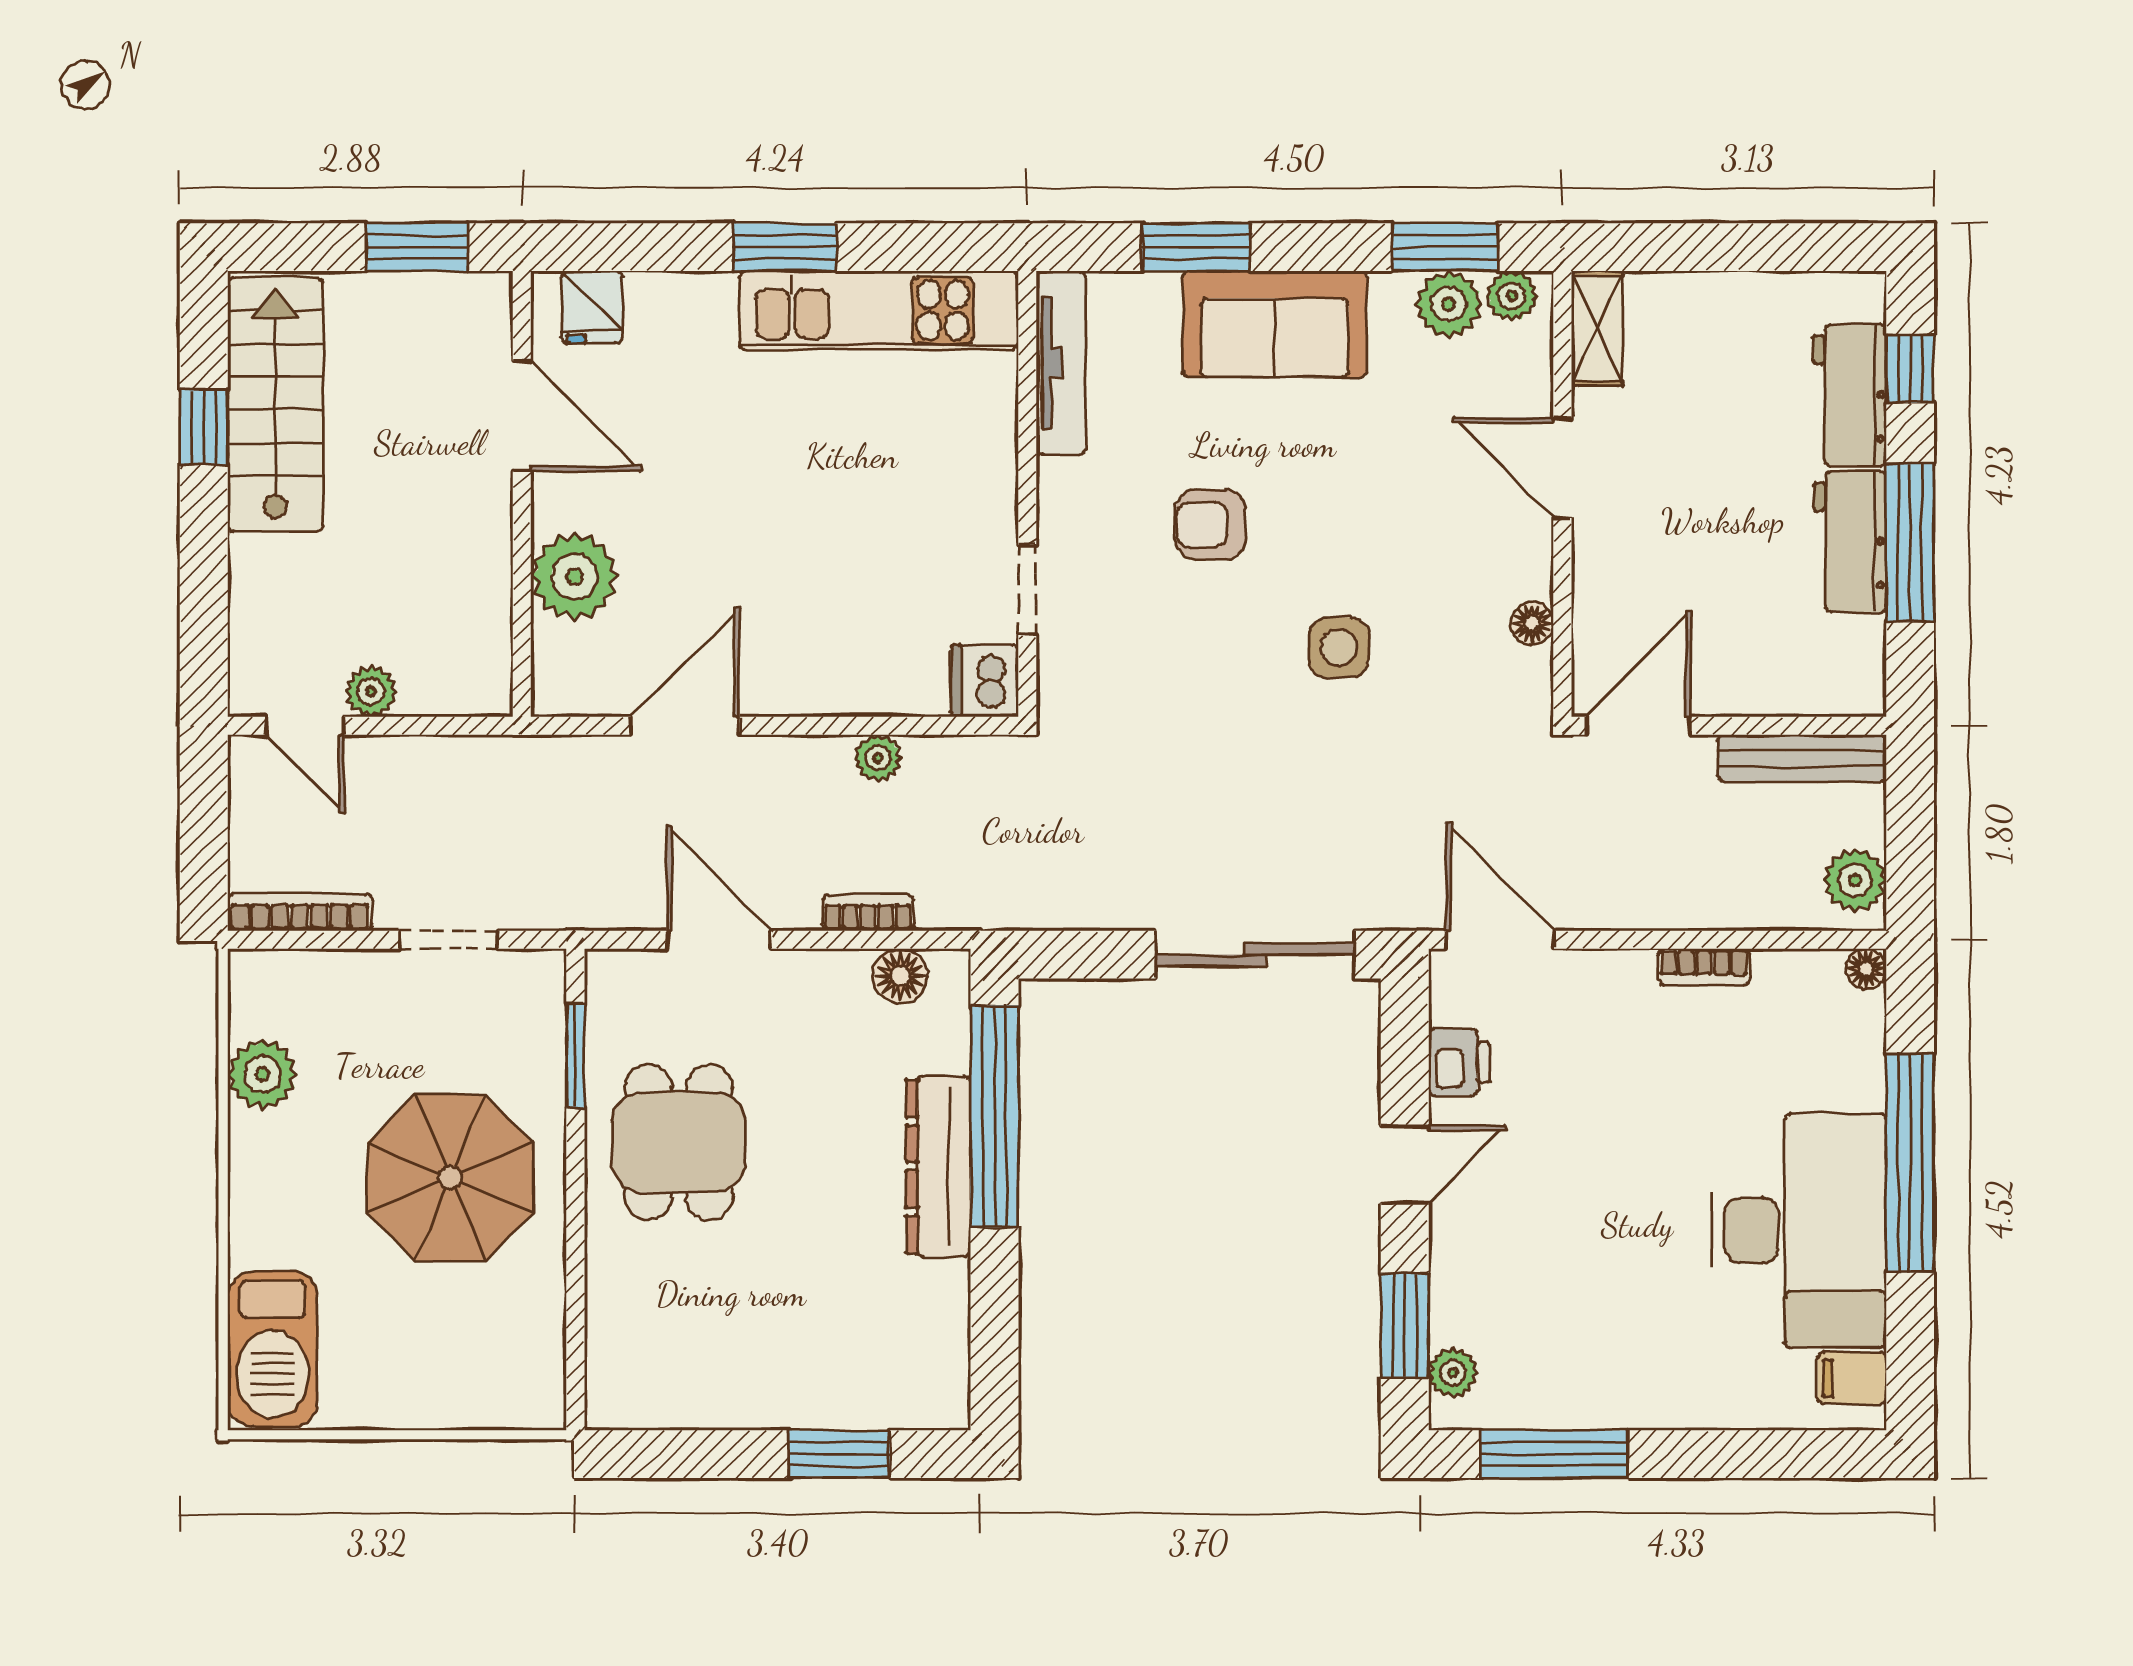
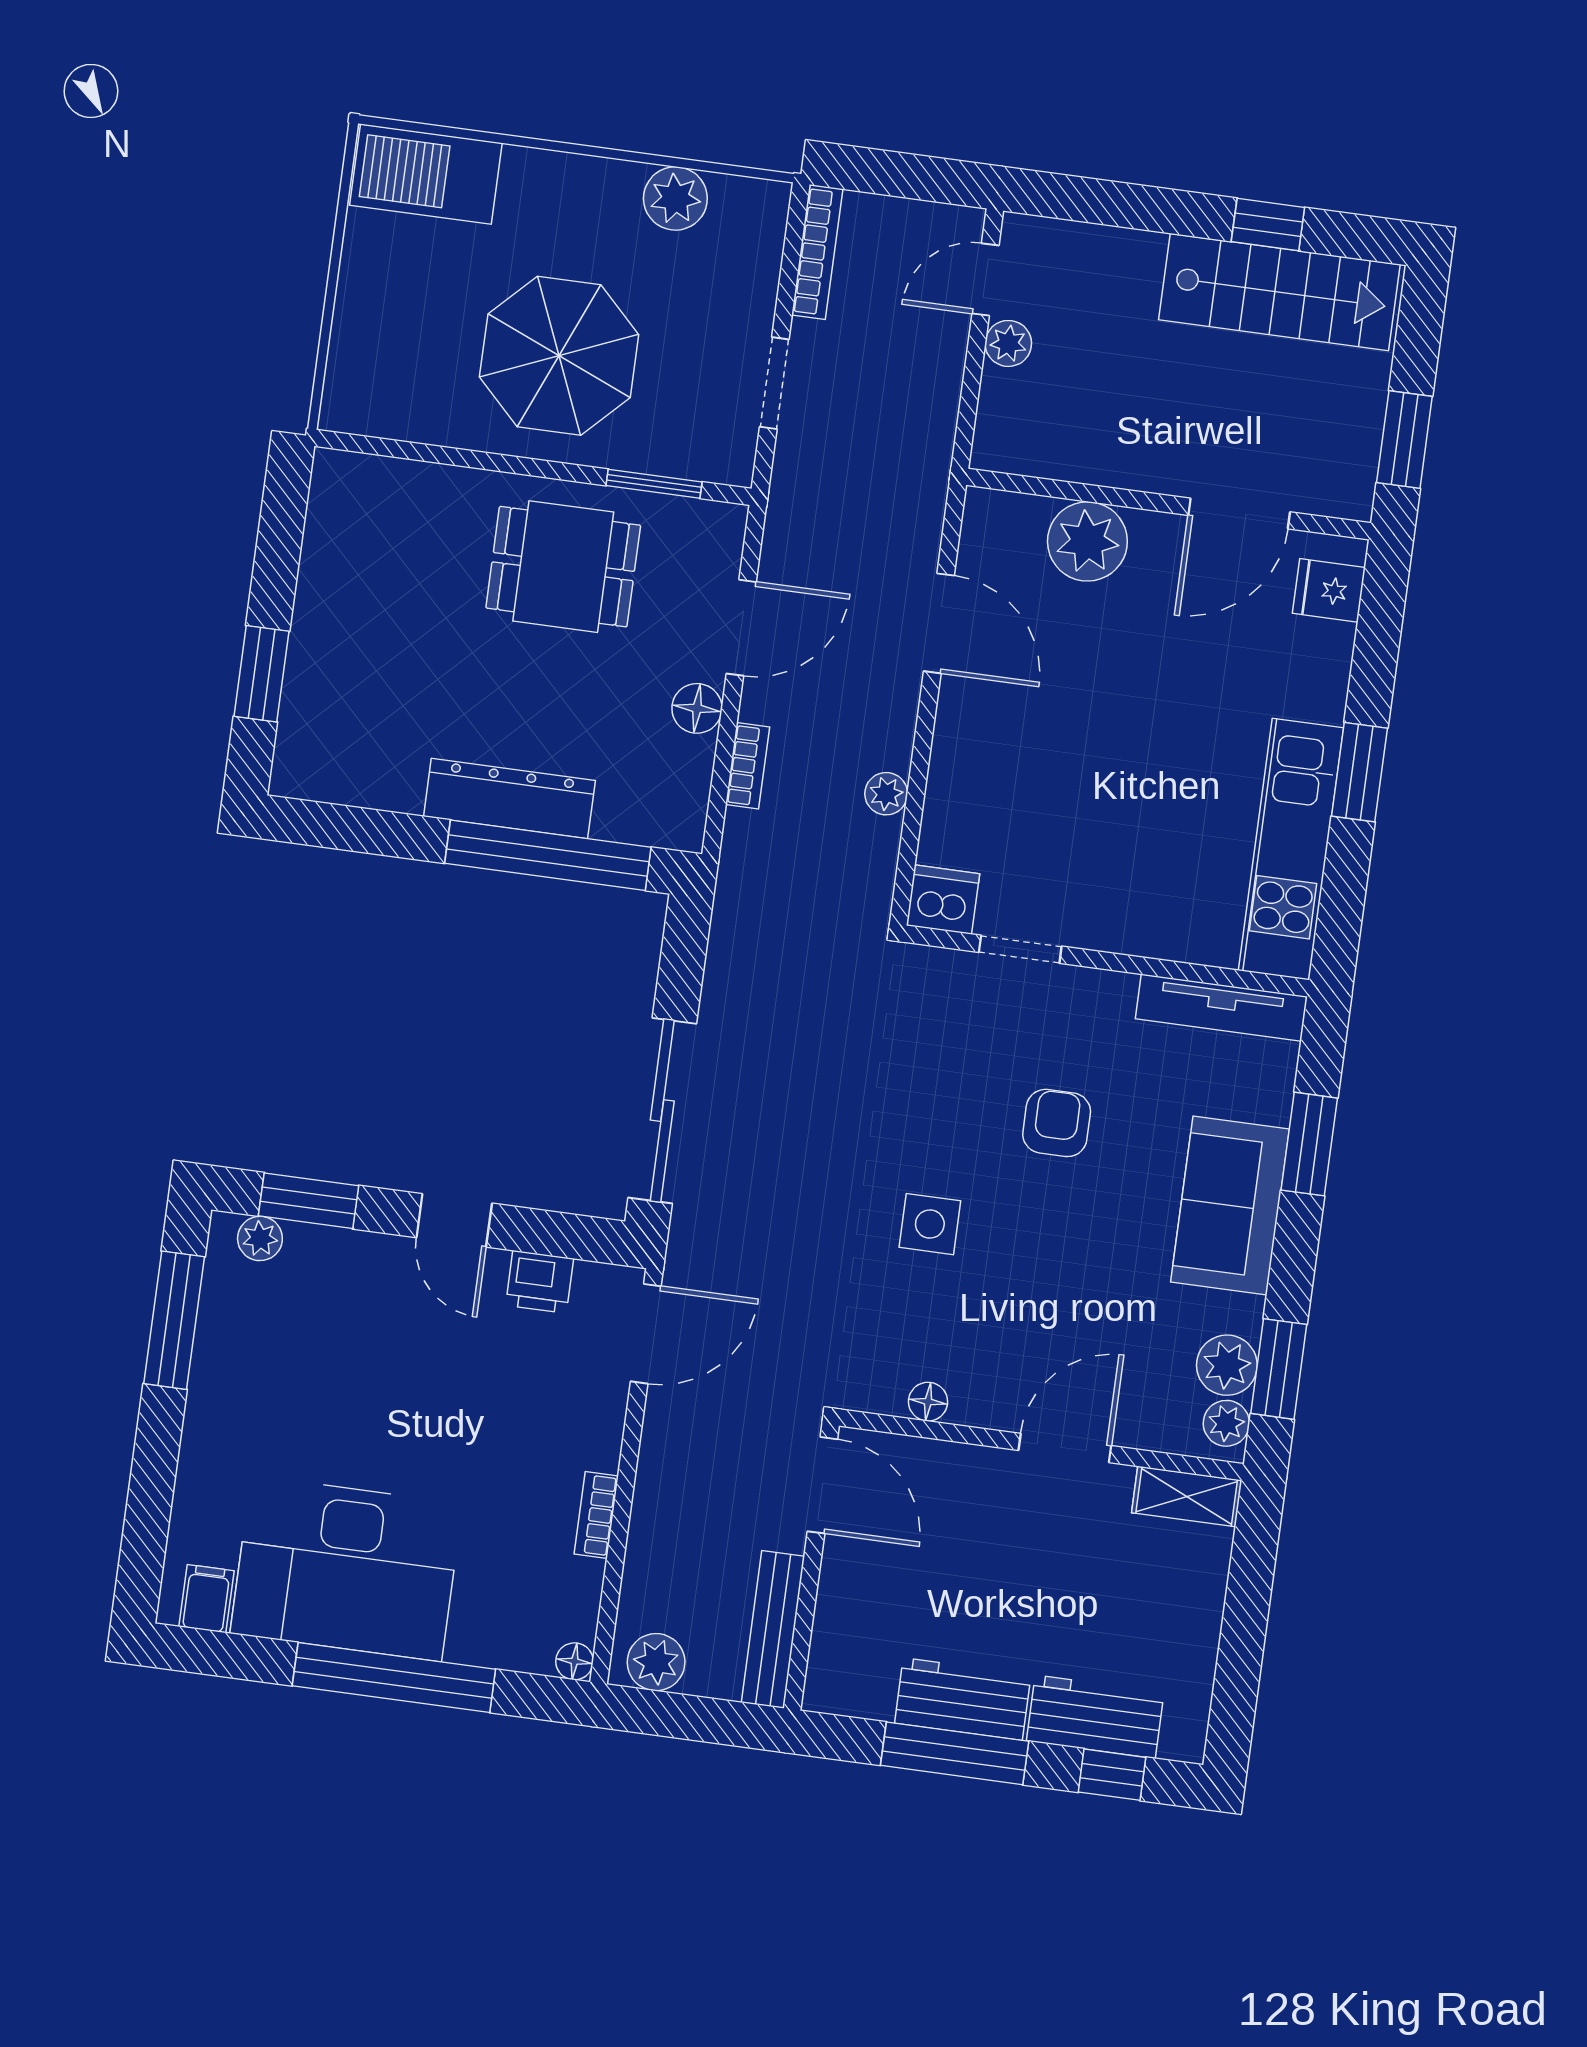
floor lamp: (900, 976) -> (697, 708), moved

